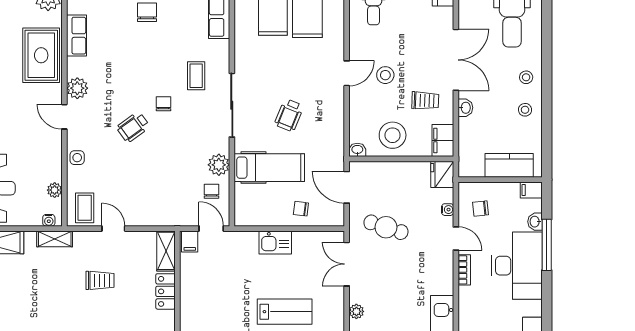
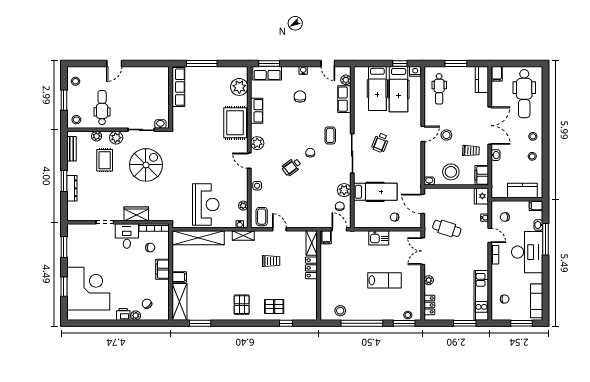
wheelchair: (289, 115) -> (380, 143), moved

